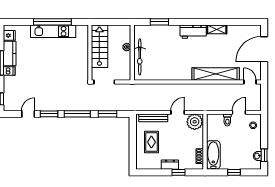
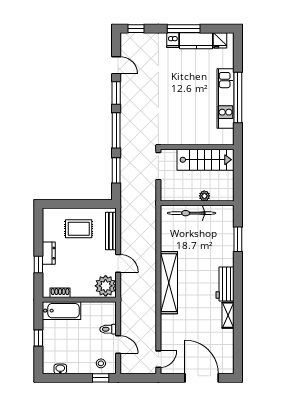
shelving: (216, 74) -> (169, 283), moved
window: (264, 155) -> (101, 378), moved

